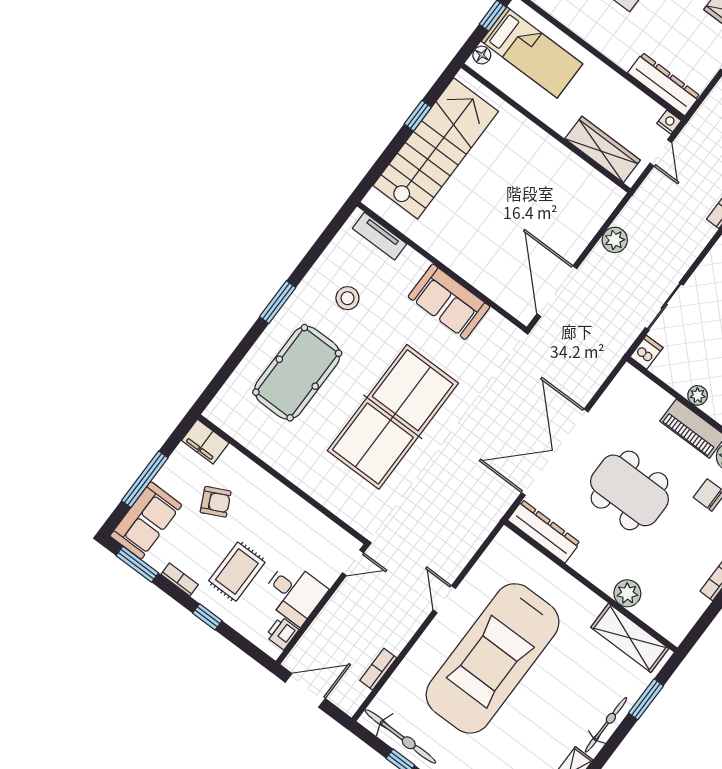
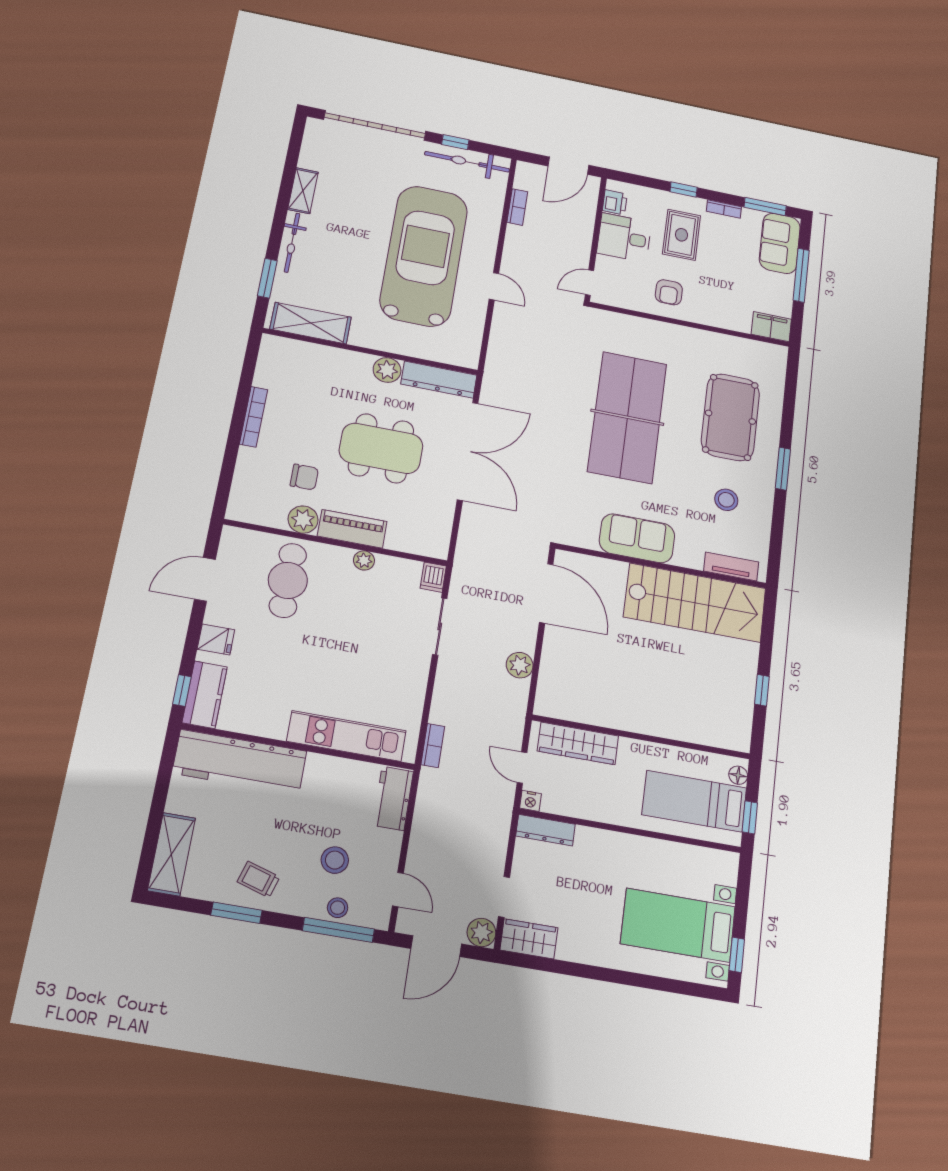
dresser: (664, 84) -> (546, 830), width x0.73, depth x0.80
stairs: (436, 148) -> (695, 603), moved, turned -90
armchair: (216, 502) -> (669, 292), moved, turned -64
plant: (627, 593) -> (387, 370), moved

